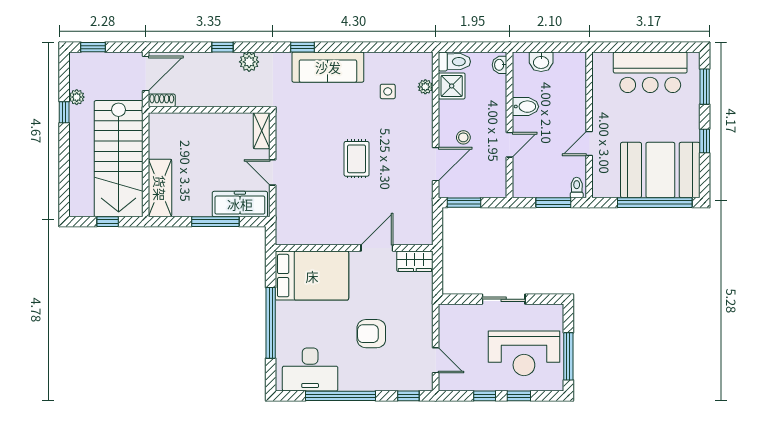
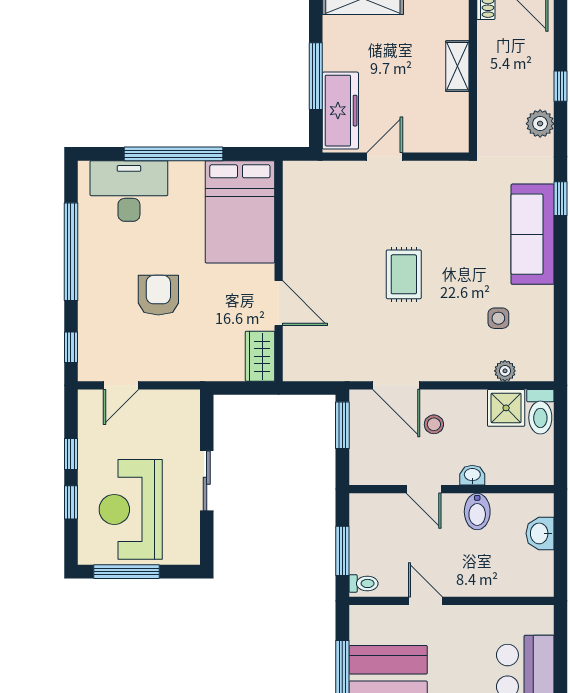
washbasin: (500, 65) -> (472, 475), moved
shelving: (262, 131) -> (457, 66), moved, turned 90
rug: (357, 159) -> (404, 274), turned 90
desk: (310, 369) -> (129, 191), moved, turned 90

